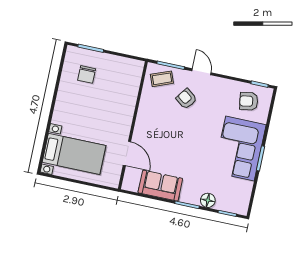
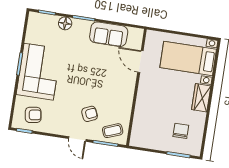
armchair: (186, 99) -> (90, 114), turned -61
wardrobe: (62, 110) -> (201, 98), added

